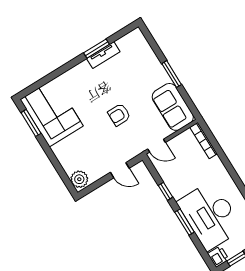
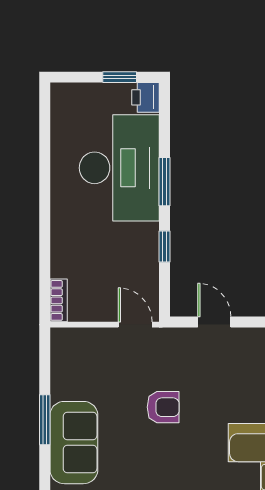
sofa: (173, 107) -> (74, 443), moved
bookcase: (204, 140) -> (59, 300), width x0.64

